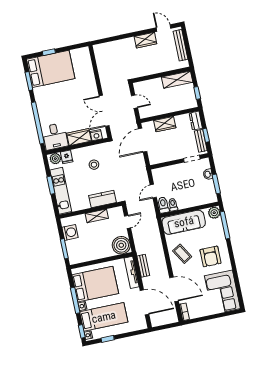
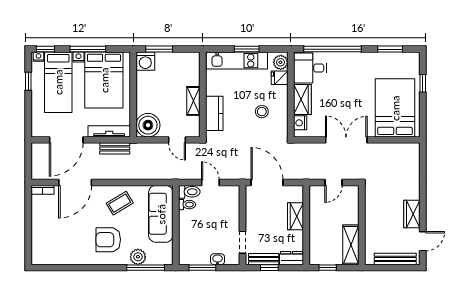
bed: (51, 69) -> (395, 108), moved, turned 180
double door: (104, 111) -> (346, 140), moved
door: (143, 140) -> (267, 182), moved
plant: (214, 213) -> (138, 257), moved
washing machine: (70, 232) -> (145, 61), moved
corner sofa: (222, 292) -> (58, 246), removed

